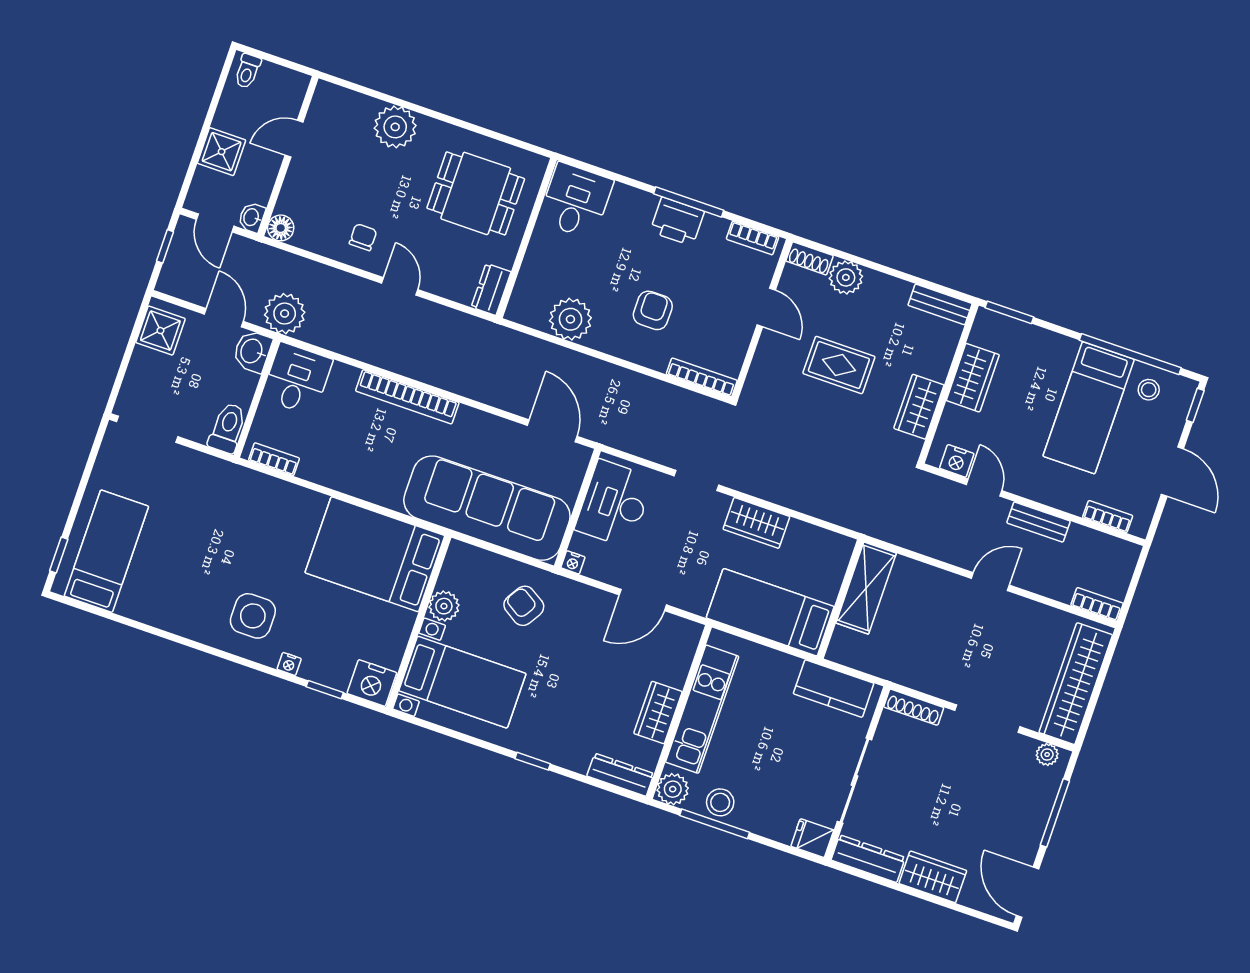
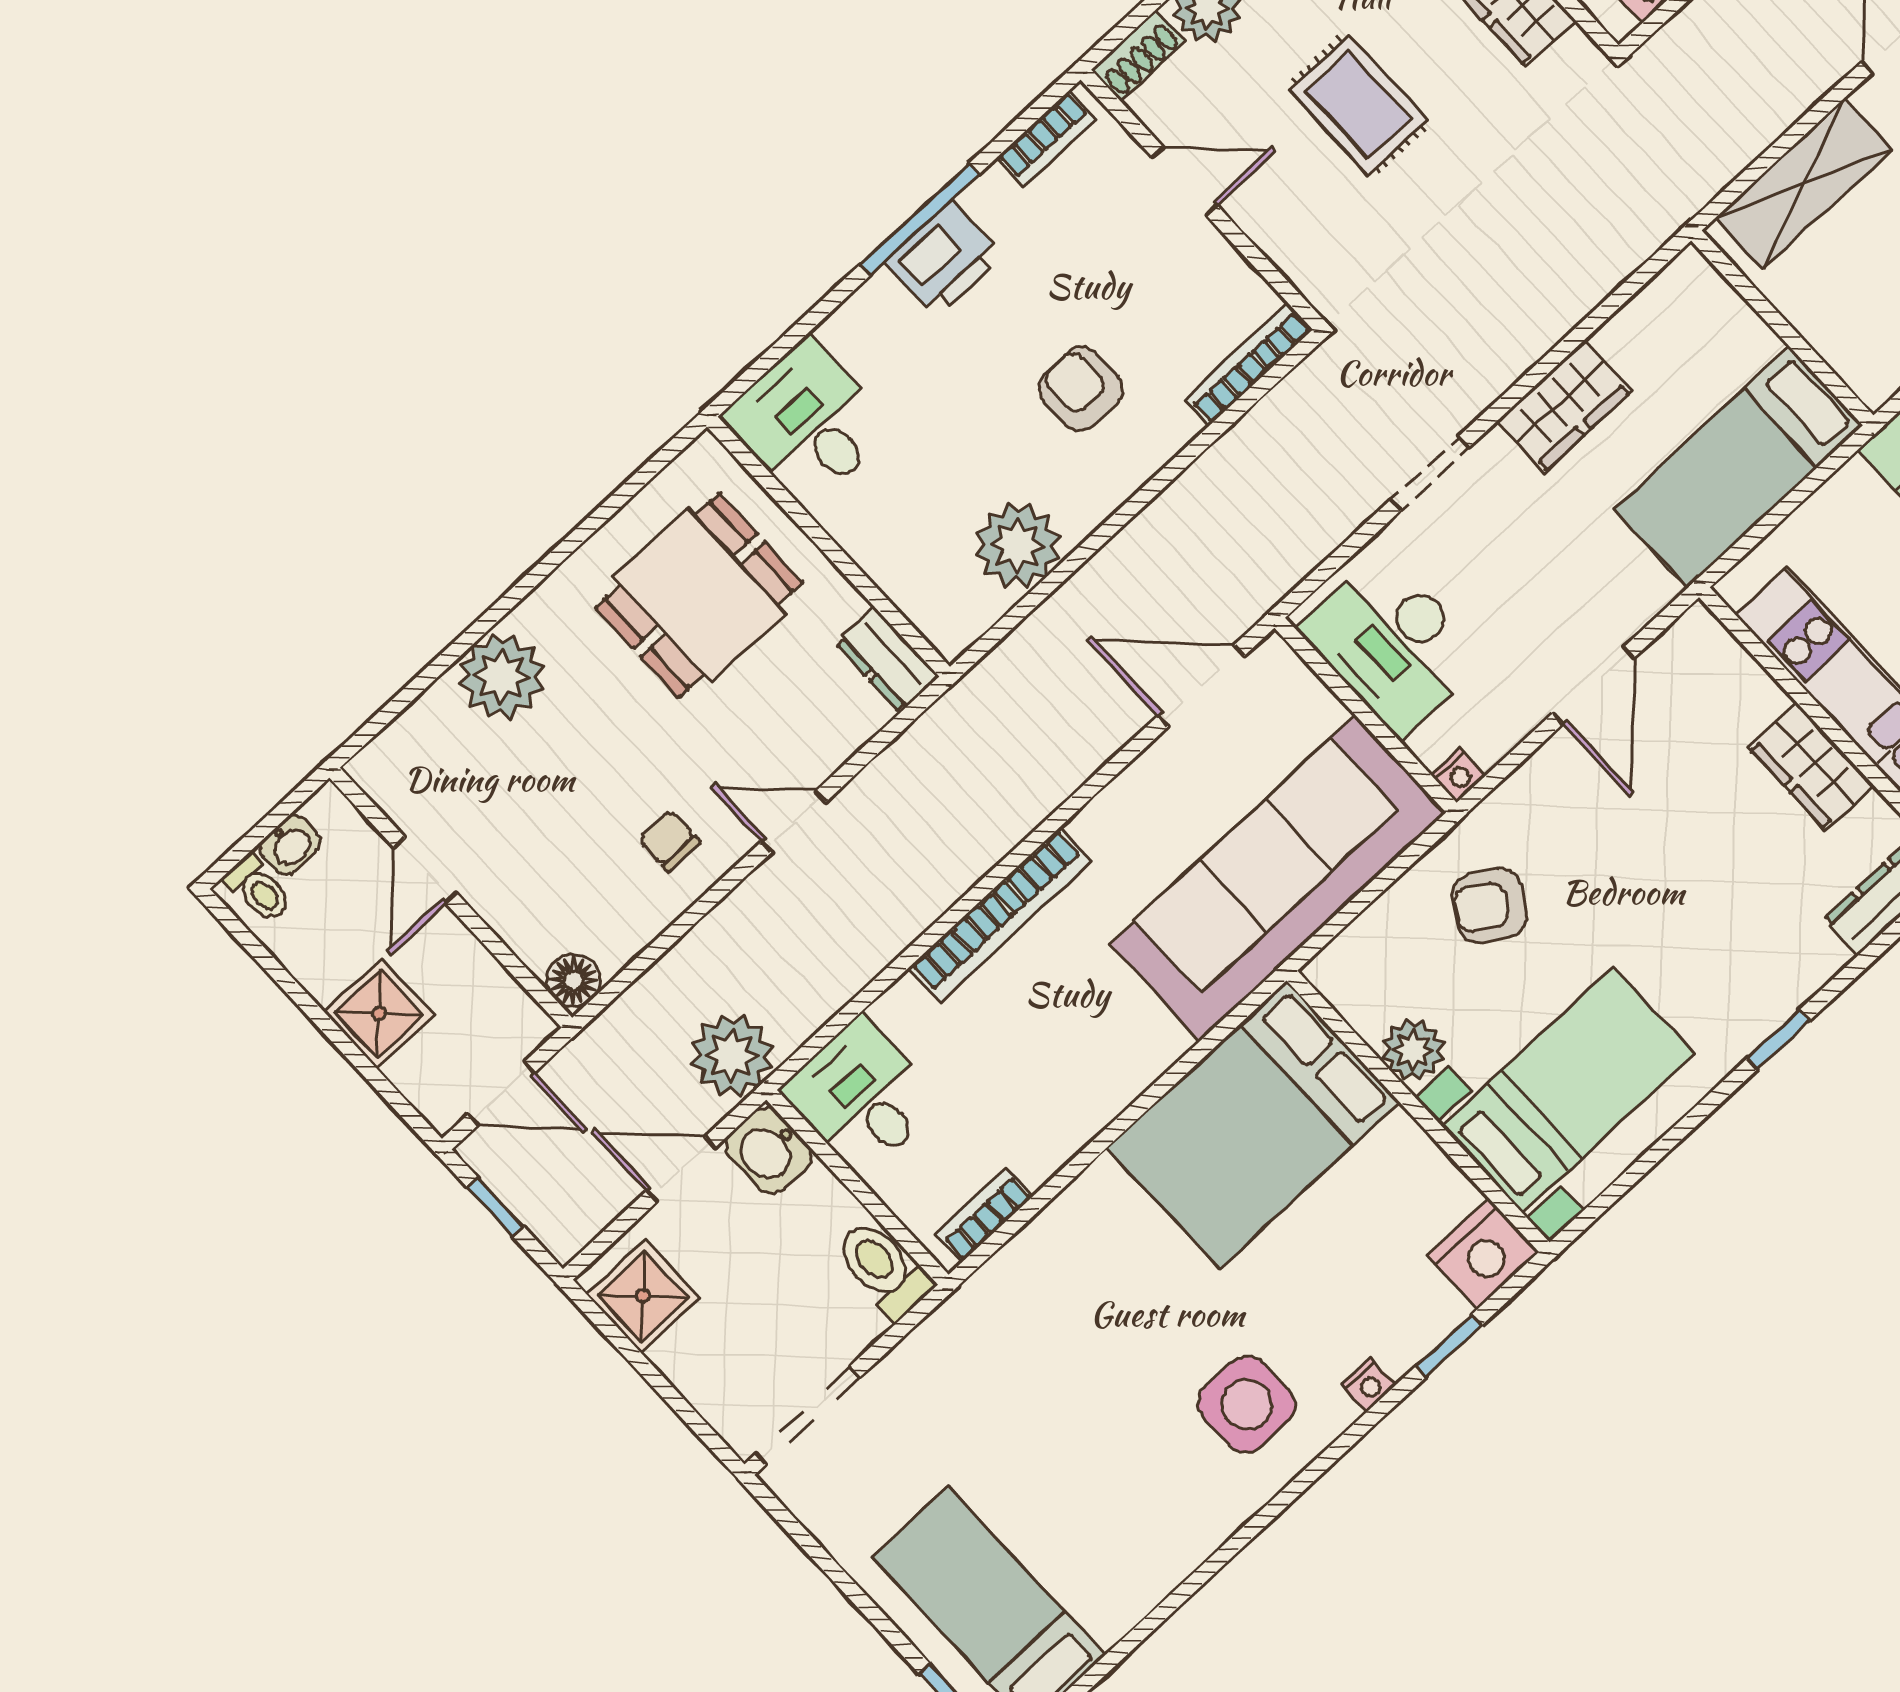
washbasin: (252, 217) -> (290, 845), moved, turned -90
rug: (839, 365) -> (1359, 105), turned 90
shelving: (866, 588) -> (1804, 183), moved, turned 90

